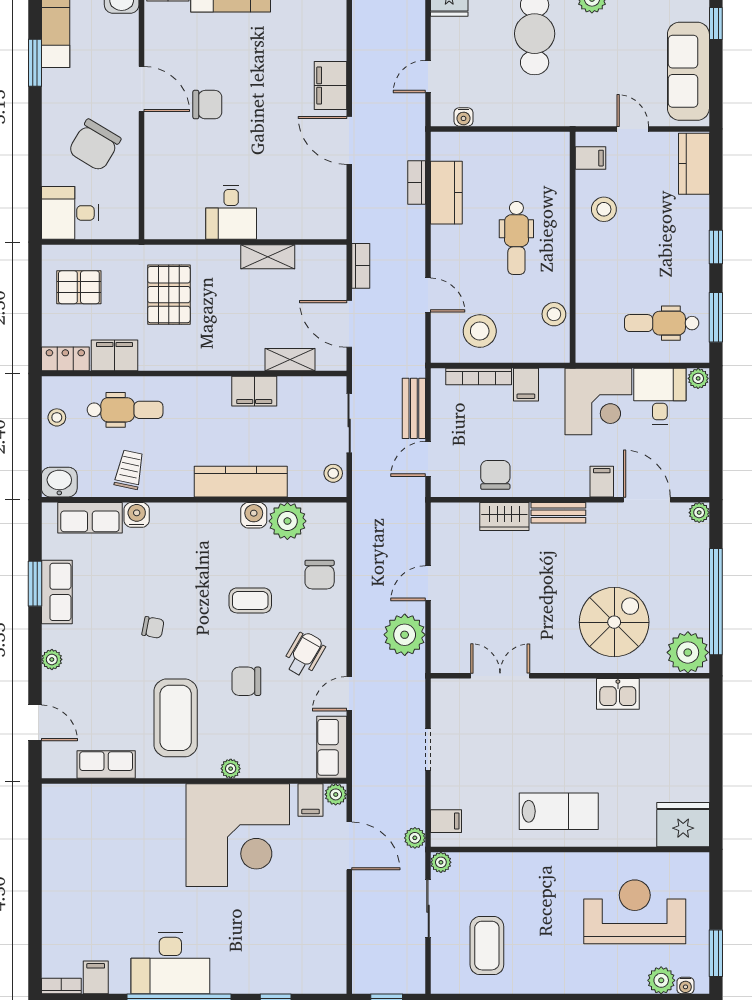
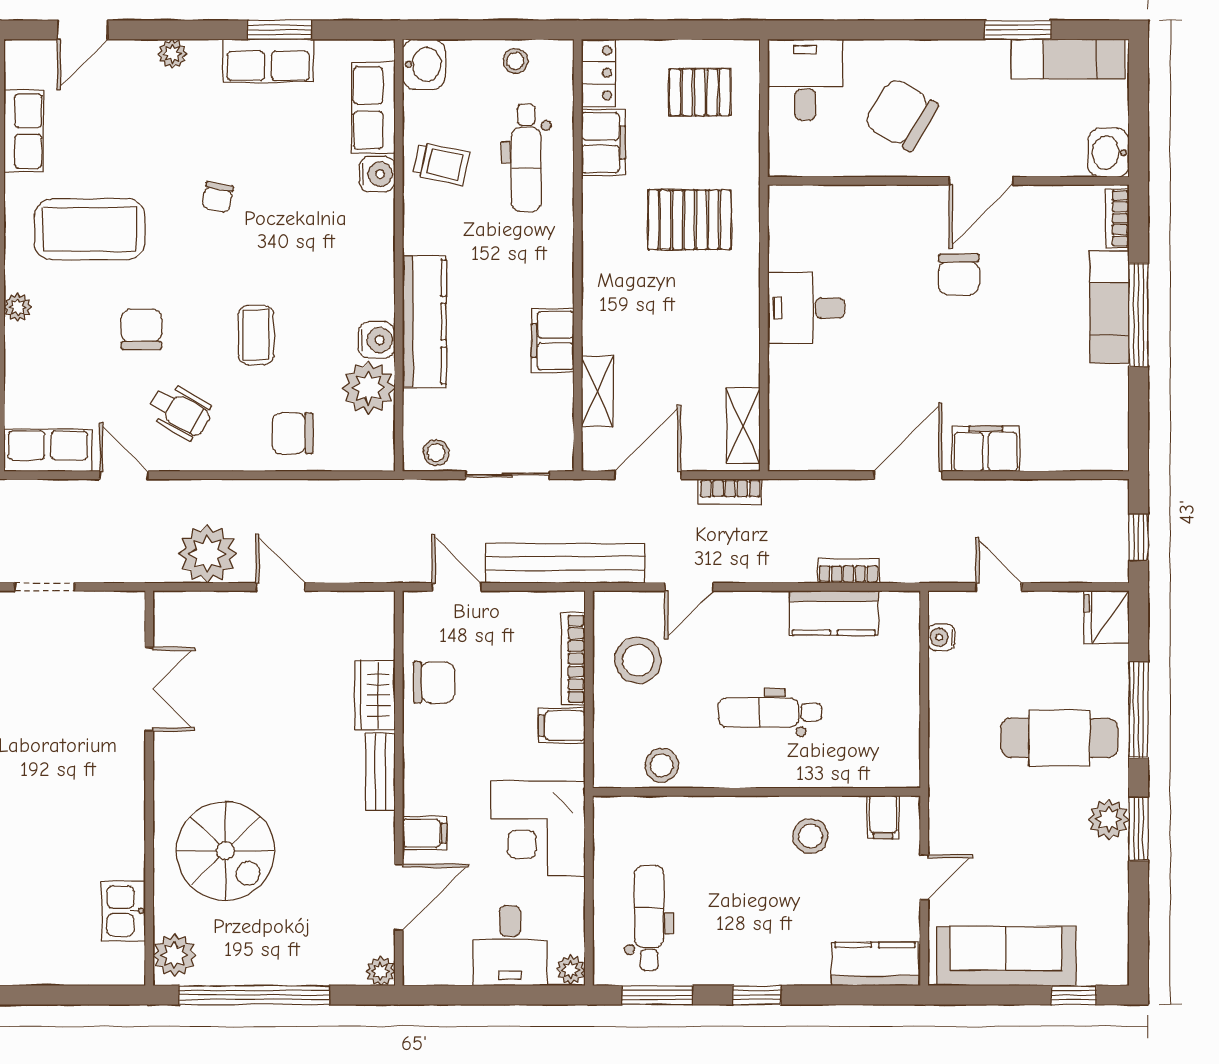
shelving: (268, 257) -> (743, 425), moved
pallet: (79, 287) -> (700, 92), turned 90
desk: (660, 396) -> (510, 946), moved, turned 90
bench: (414, 408) -> (565, 563), width x1.86, depth x1.21
plant: (688, 652) -> (174, 955), width x0.73, depth x0.73
kitchen sink: (618, 694) -> (124, 911), moved

